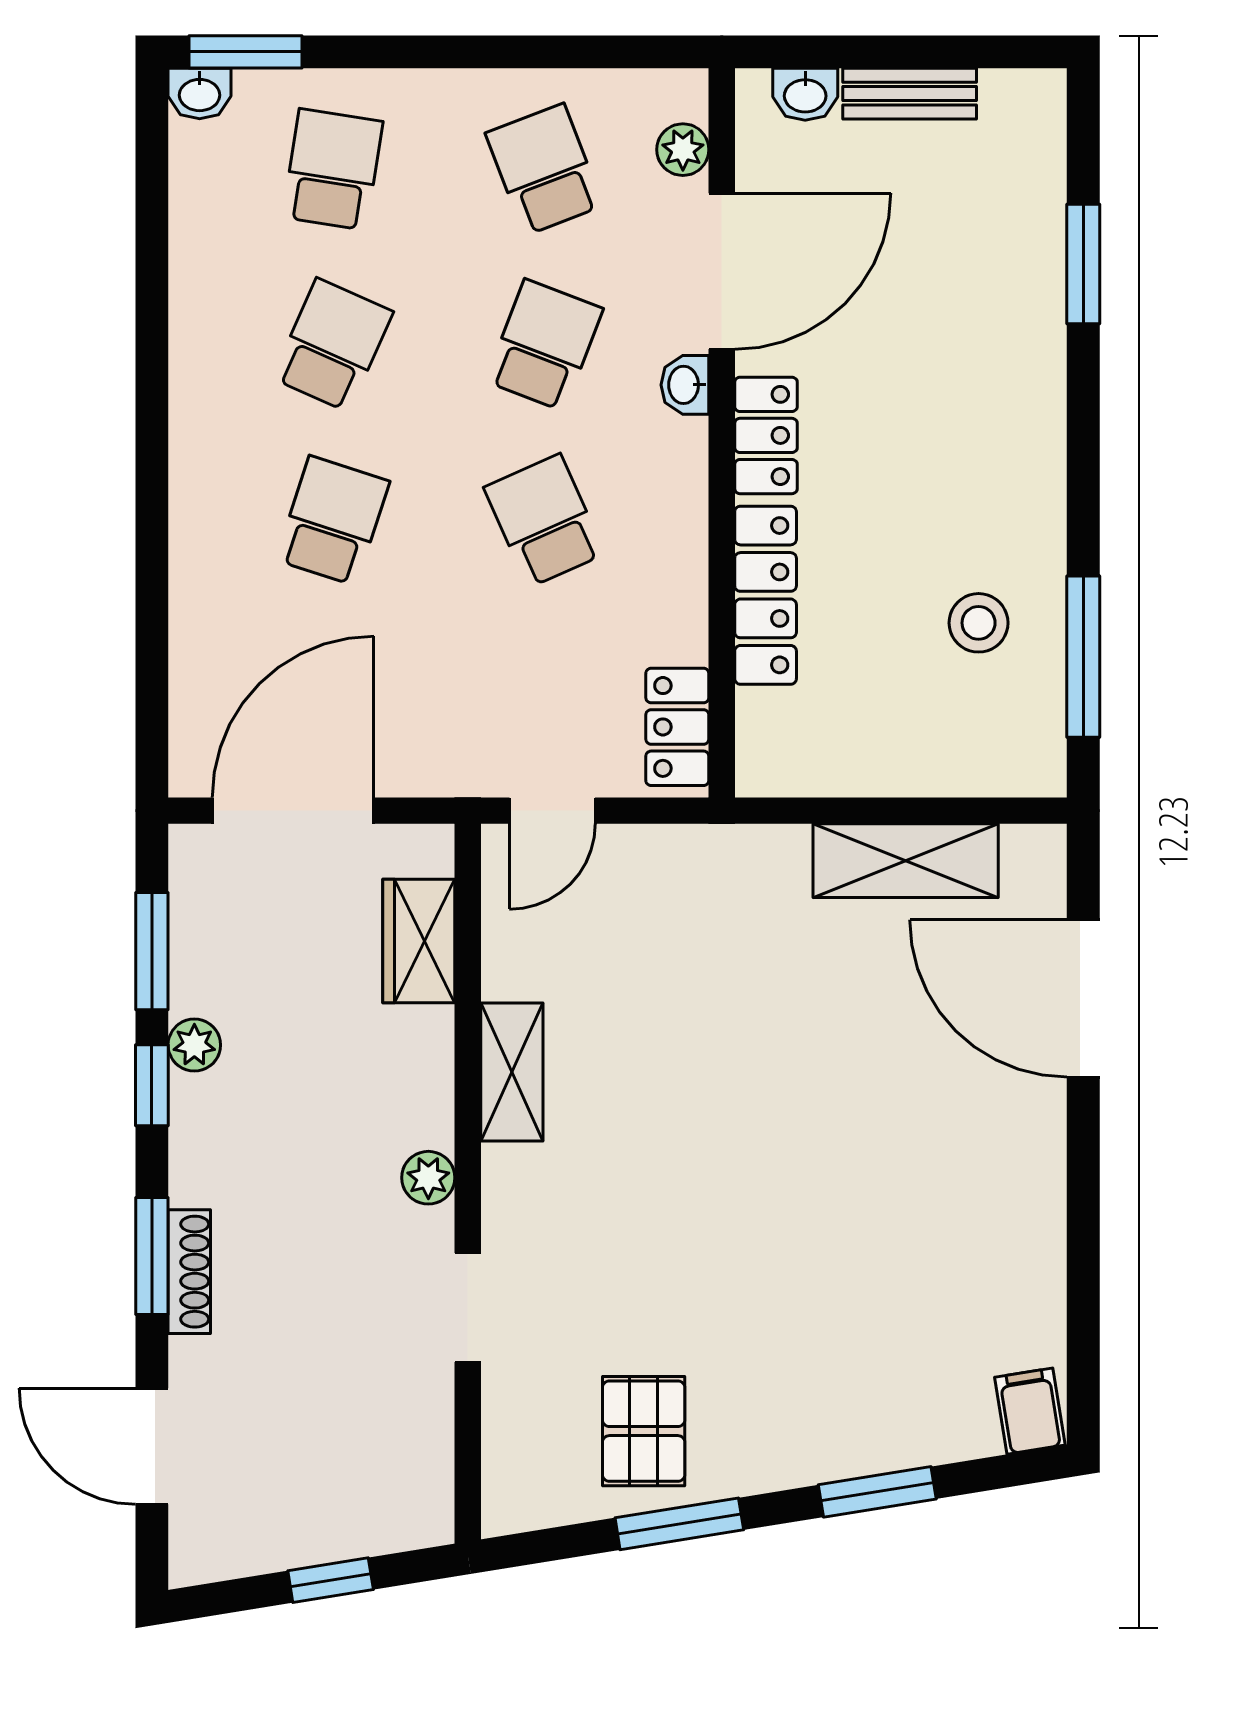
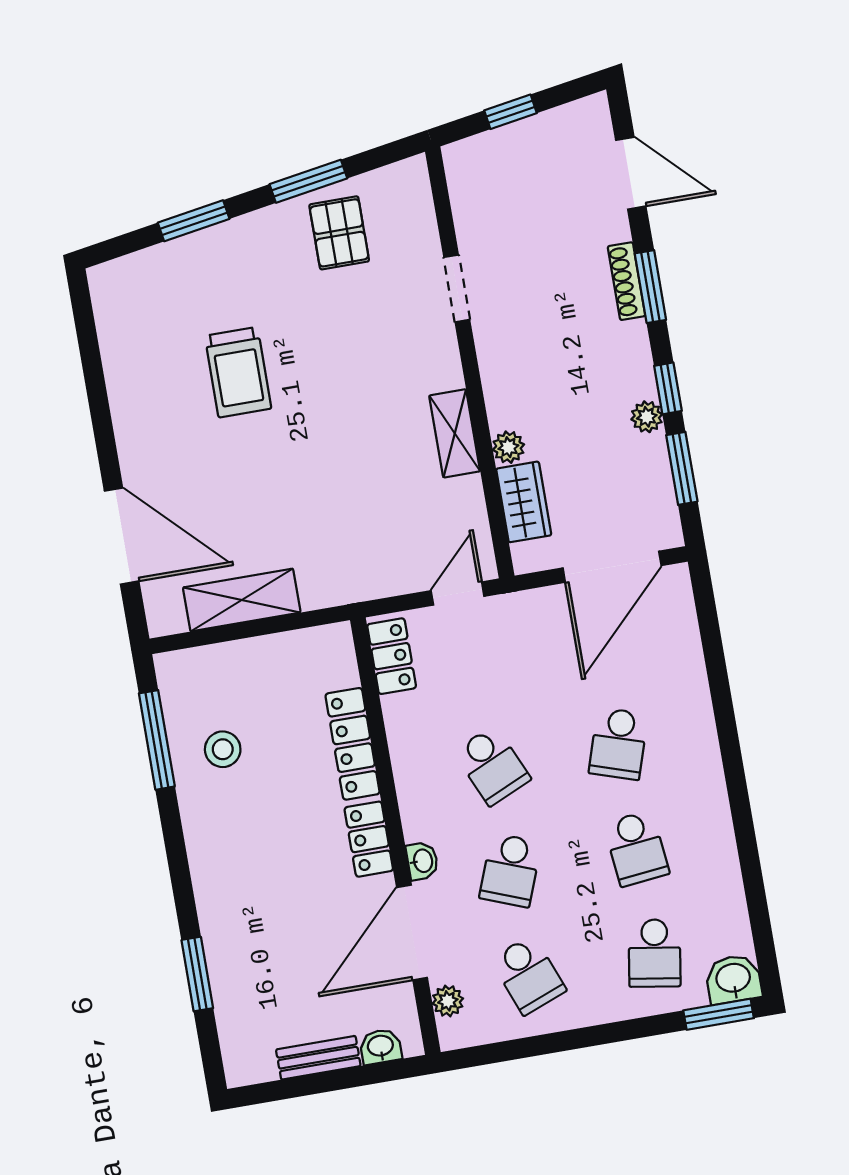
washbasin: (200, 93) -> (733, 979), width x1.38, depth x1.45
school desk: (333, 345) -> (636, 848), turned -30
plant: (428, 1178) -> (508, 447), moved
trolley: (848, 1233) -> (238, 372), added
filing cabinet: (1030, 1411) -> (111, 285), removed

